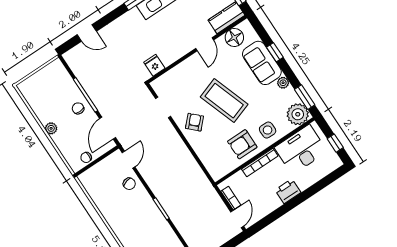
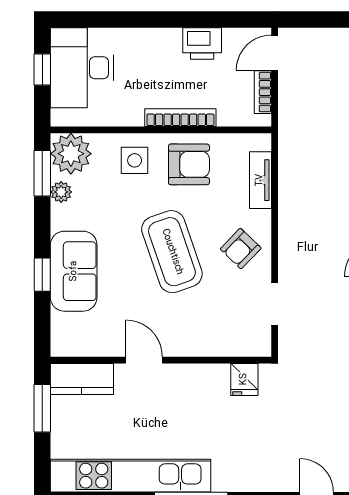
floor lamp: (234, 37) -> (90, 340), removed
door: (205, 44) -> (144, 360), hinge flipped
plant: (283, 83) -> (61, 192), moved
desk: (301, 150) -> (82, 68), moved, turned 90
tv unit: (206, 158) -> (260, 180), added
printer: (288, 191) -> (202, 43), moved

